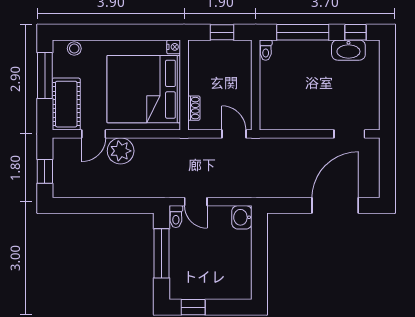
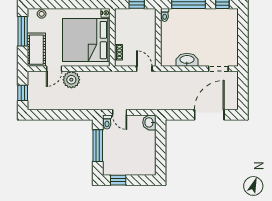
washbasin: (348, 50) -> (187, 60), moved, turned 180

